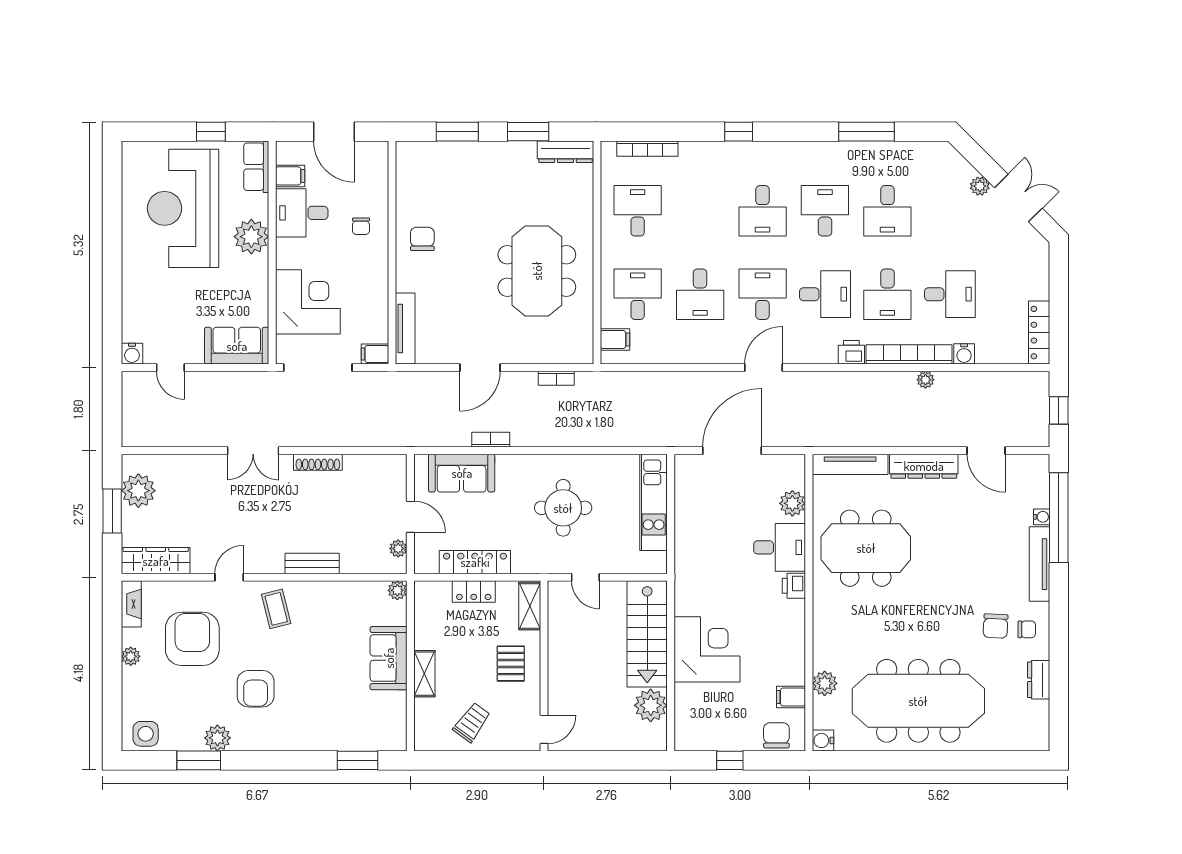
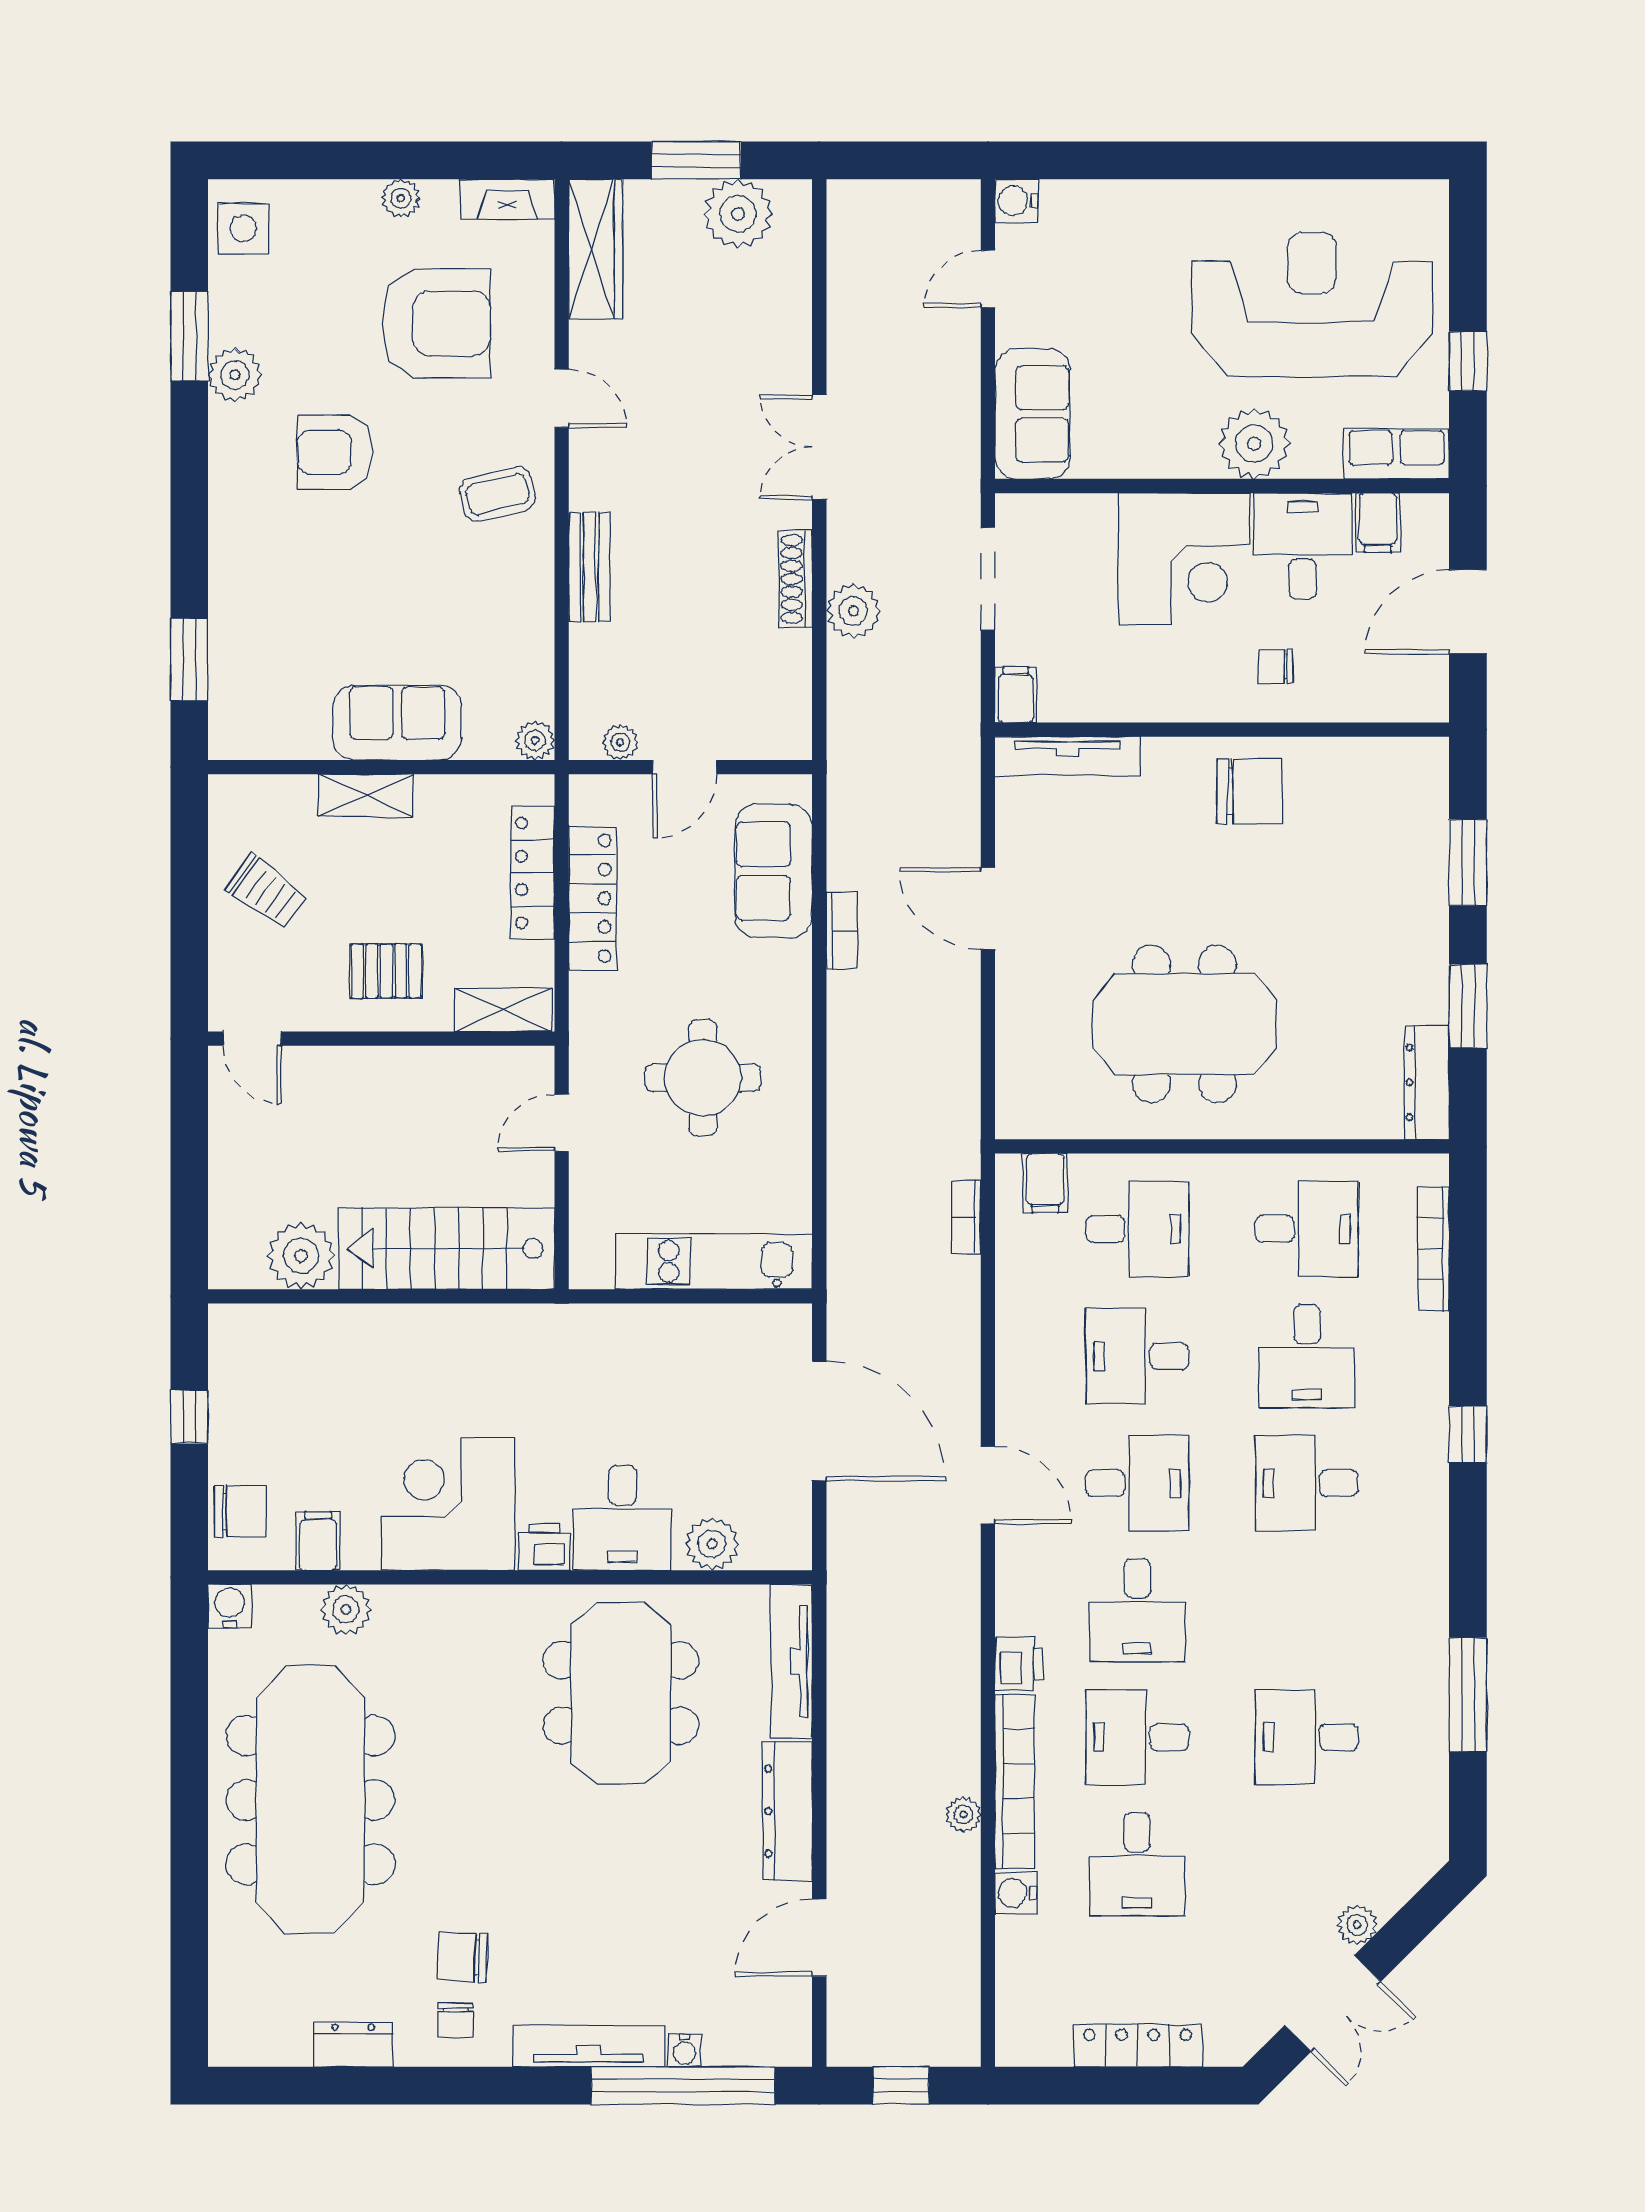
desk: (825, 211) -> (1307, 1356), moved, turned 90
chair: (422, 239) -> (1250, 791), width x1.37, depth x1.37
corner desk: (308, 302) -> (1184, 559), moved
locker: (1039, 333) -> (1138, 2046), moved
doorway: (318, 368) -> (988, 579), width x0.73
bookcase: (556, 378) -> (966, 1217), moved
plant: (334, 434) -> (853, 611), added
locker: (474, 592) -> (533, 873), width x1.53
corner desk: (707, 649) -> (448, 1504), moved, turned 180

